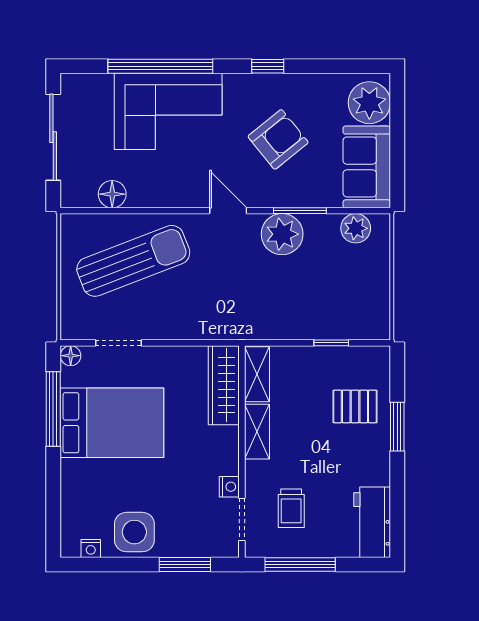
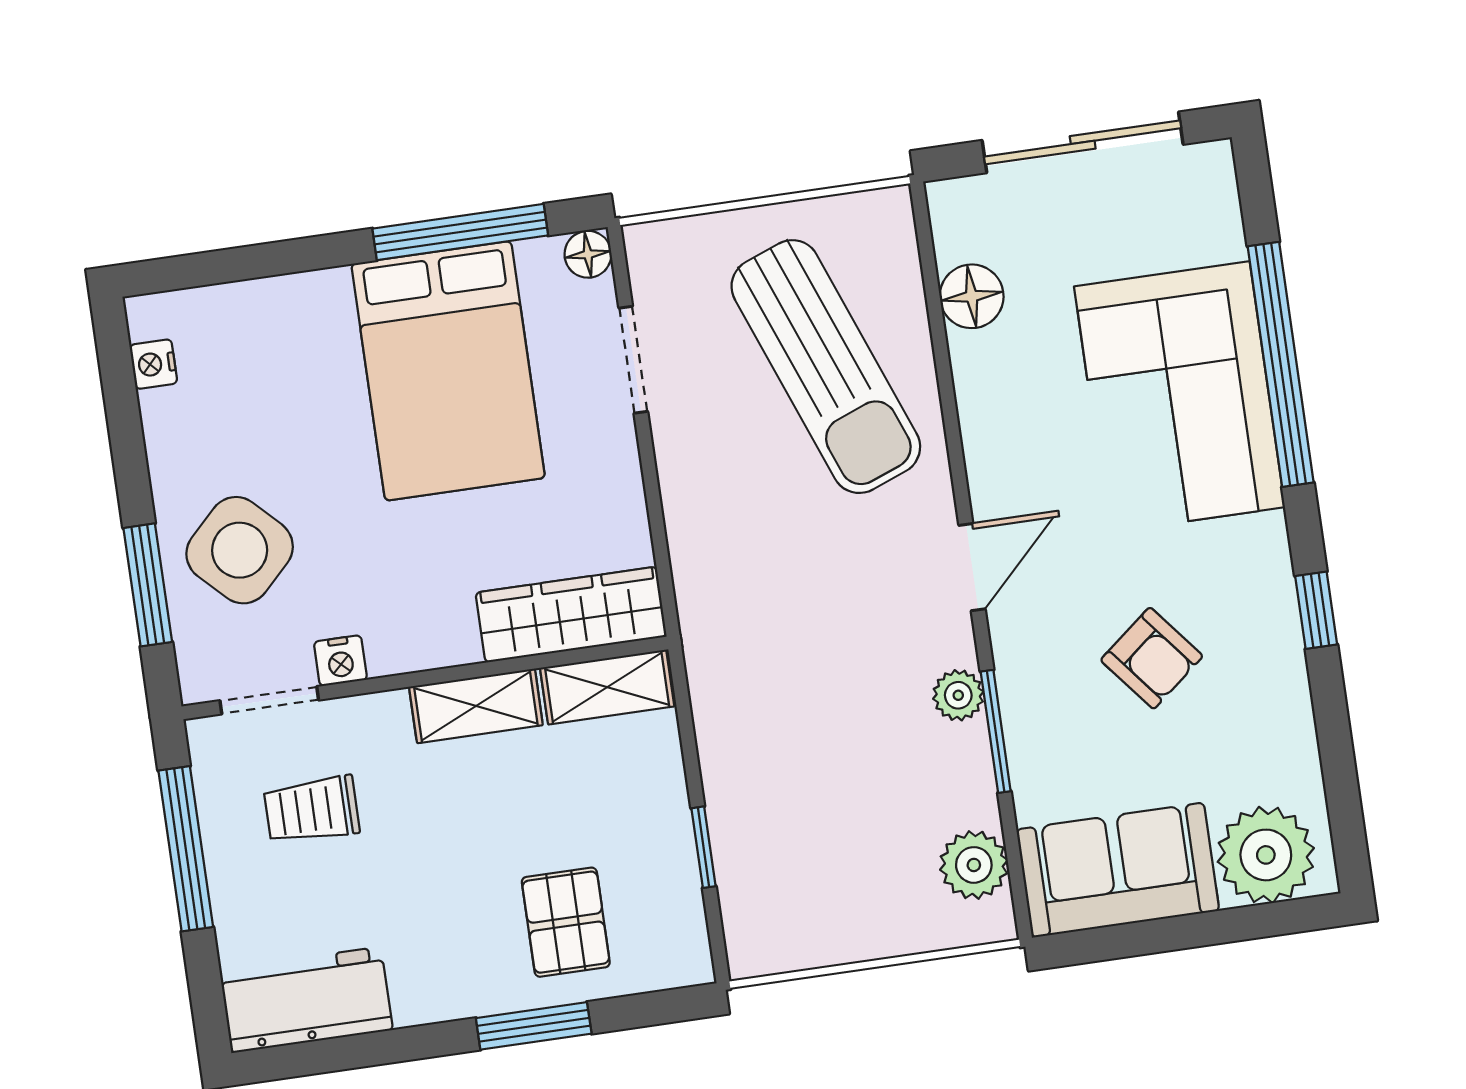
armchair: (278, 139) -> (1152, 658), width x0.72, depth x0.72
plant: (282, 234) -> (958, 695), width x0.53, depth x0.53
side table: (134, 532) -> (240, 550), moved, turned 45

